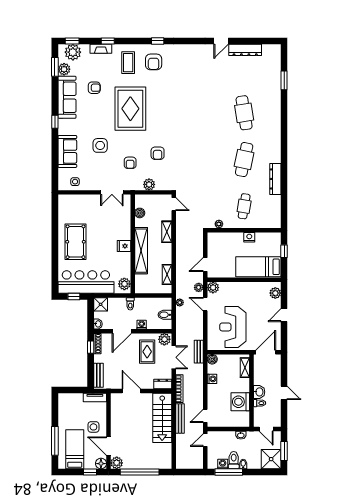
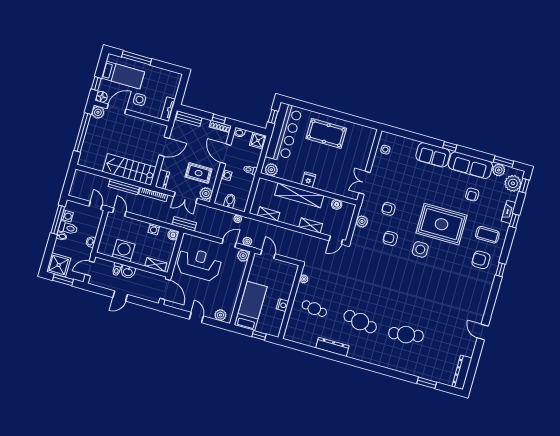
dresser: (245, 50) -> (462, 372), moved
side table: (100, 145) -> (420, 249), moved
sofa: (67, 151) -> (433, 155), moved

